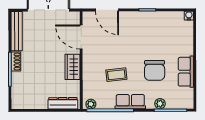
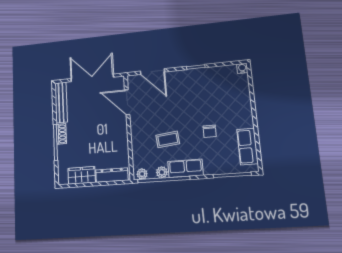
wardrobe: (72, 67) -> (82, 175), moved, turned 90
chair: (155, 70) -> (210, 131), width x0.54, depth x0.54
row of seats: (186, 72) -> (247, 146), moved
plant: (160, 104) -> (162, 172), moved

